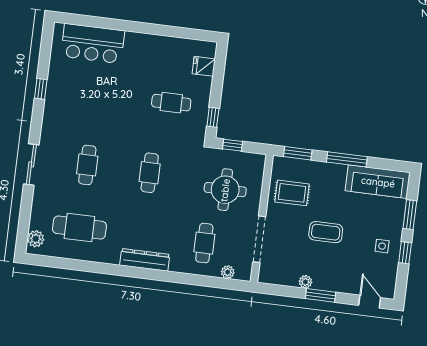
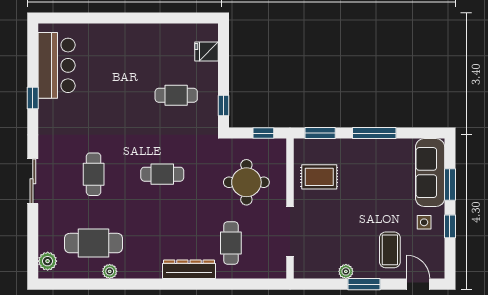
bar counter: (93, 44) -> (57, 65), moved, turned -90
window: (233, 145) -> (263, 133), moved
cafe table: (150, 173) -> (162, 174), turned 90
sofa: (378, 182) -> (430, 173), moved, turned 90
coffee table: (326, 232) -> (390, 250), moved, turned 90
dresser: (145, 260) -> (189, 269), moved
plant: (228, 272) -> (110, 271), moved

